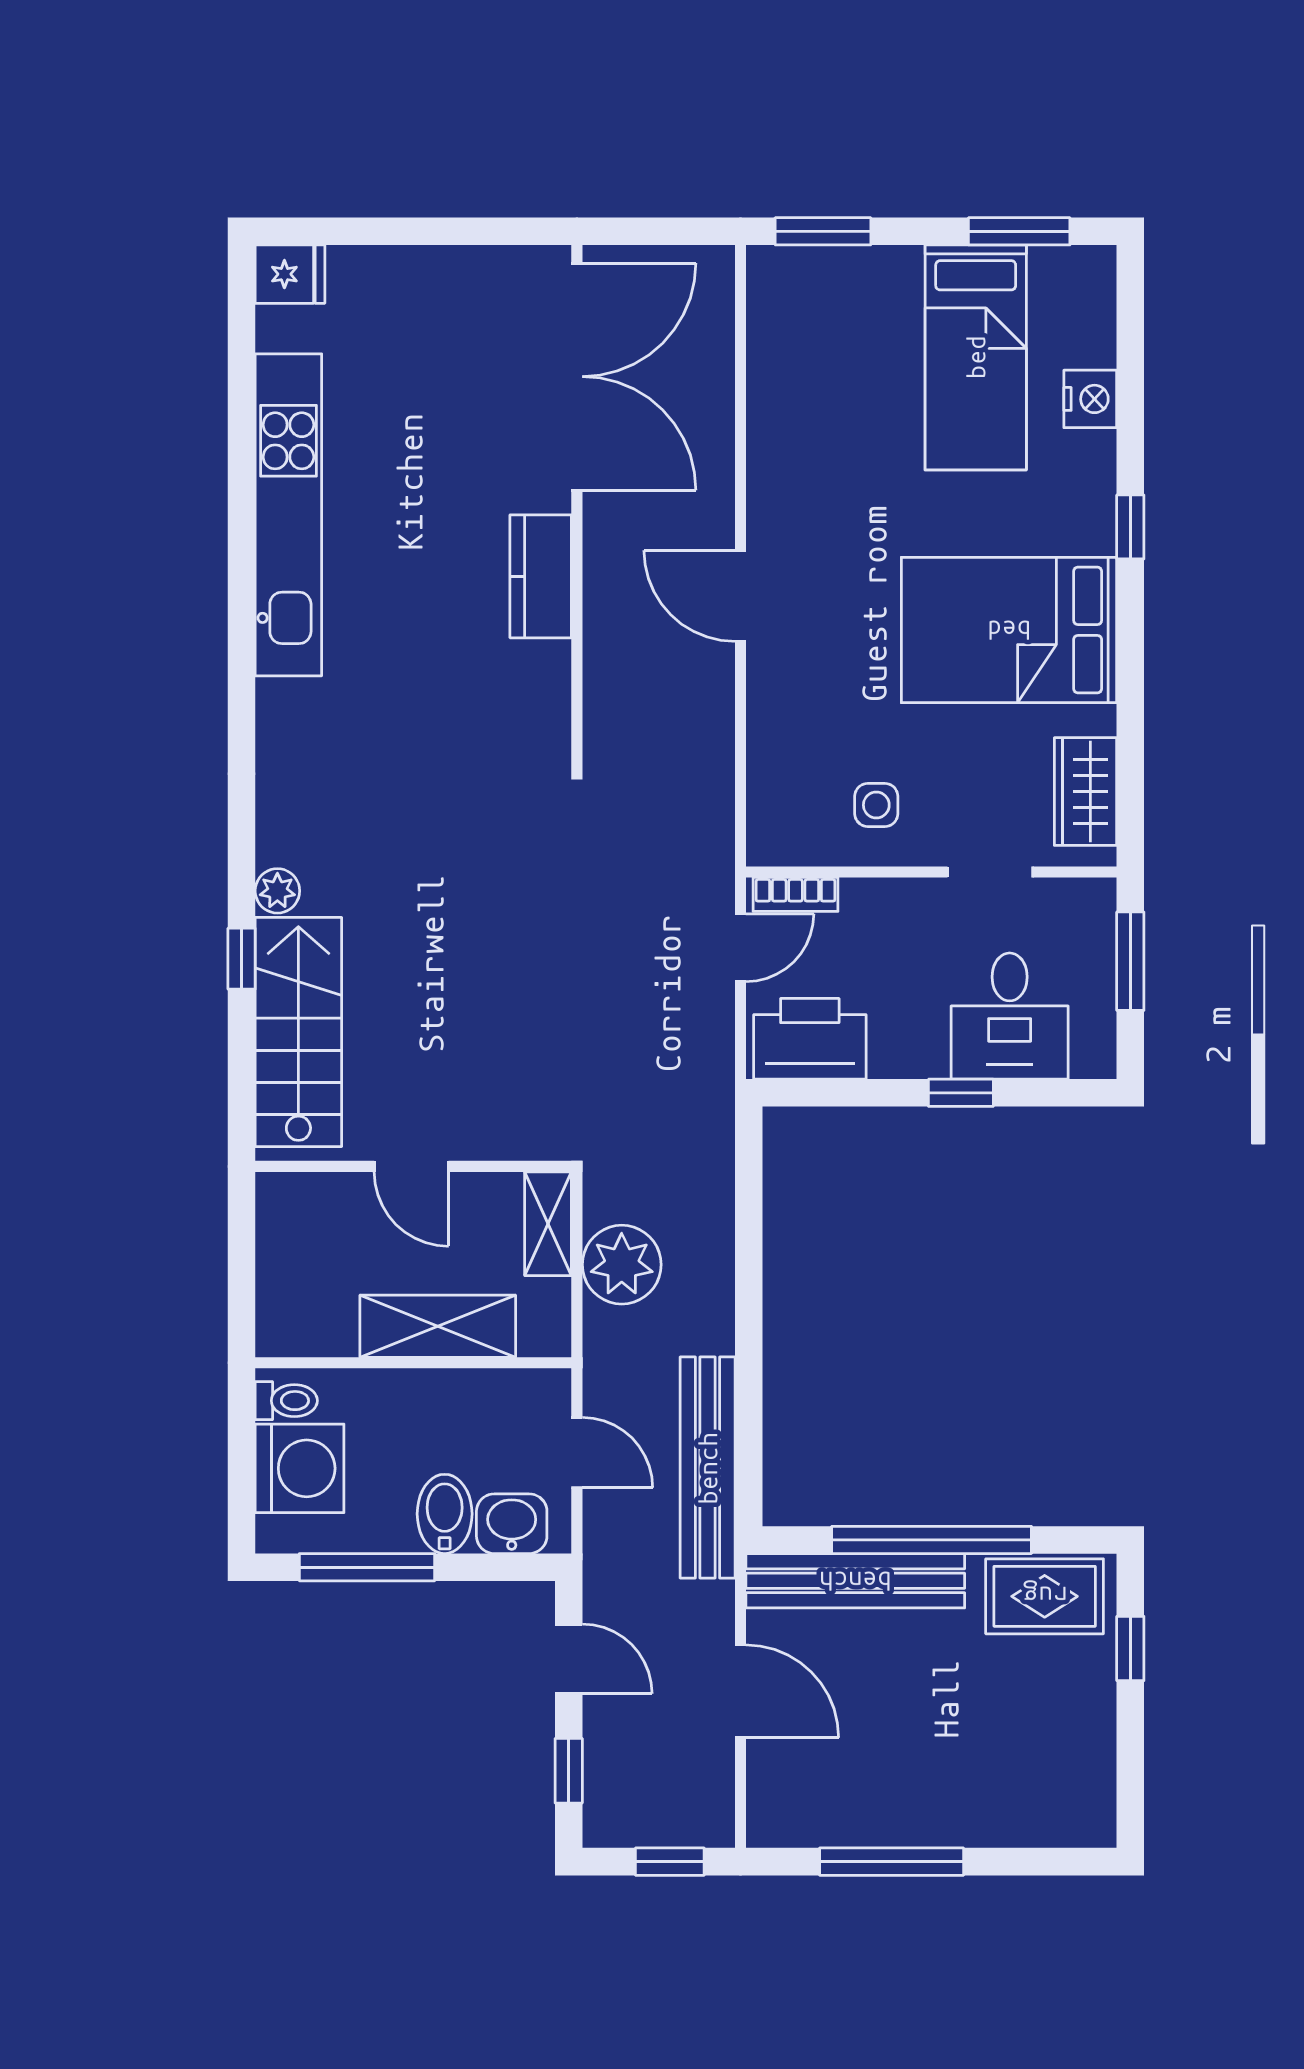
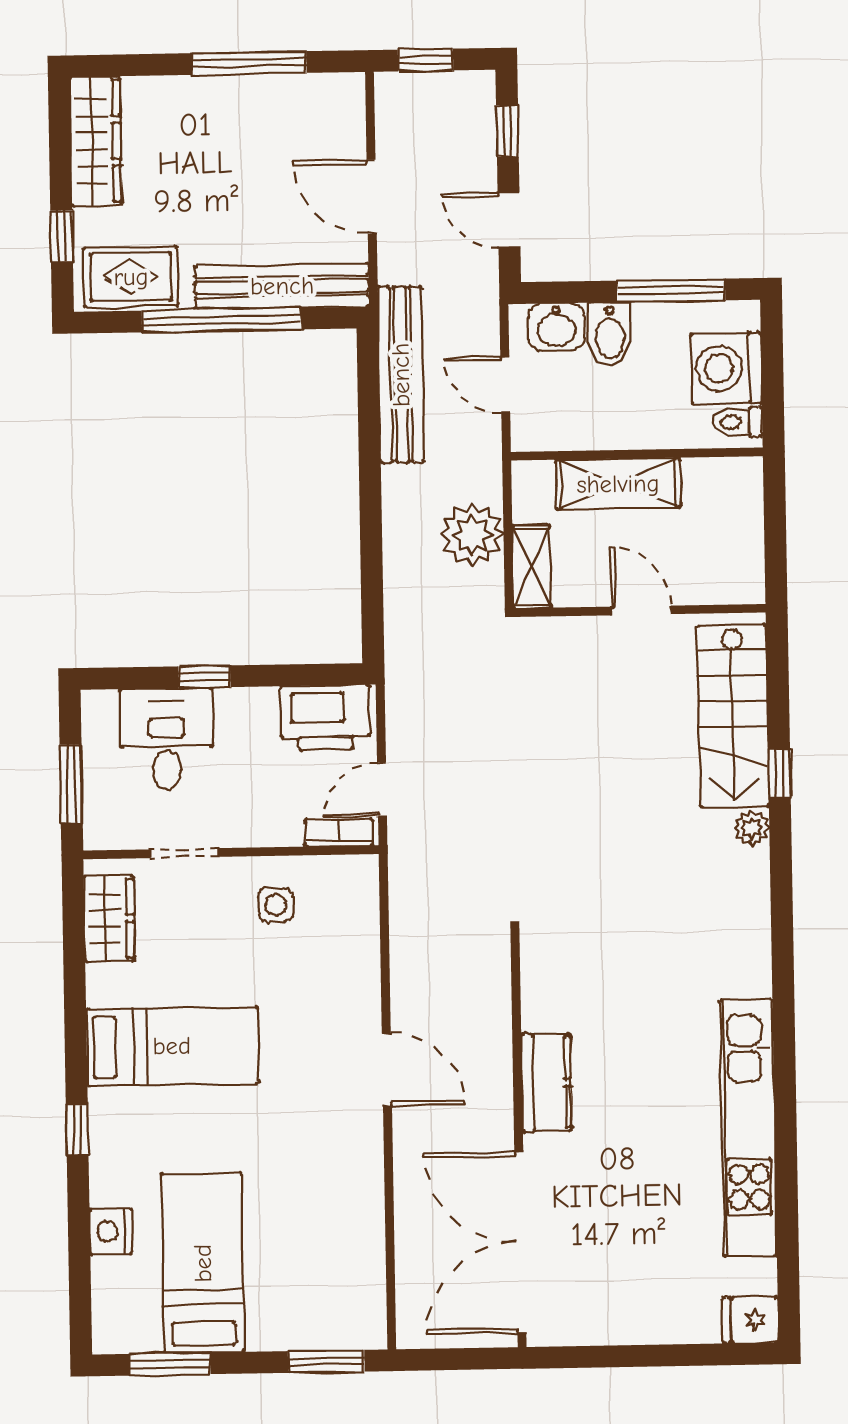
bed: (1009, 630) -> (172, 1046), width x0.67
wardrobe: (1085, 1767) -> (96, 141), added

